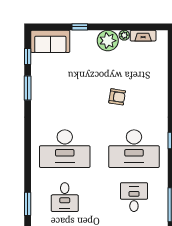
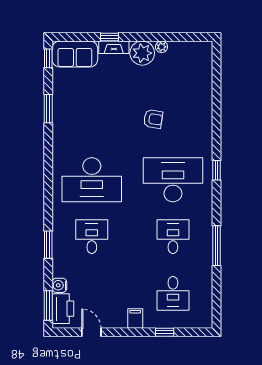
fireplace: (143, 36) -> (114, 47), moved
window: (28, 56) -> (48, 58), moved
desk: (134, 149) -> (173, 180), turned 180
desk: (65, 197) -> (92, 237), turned 180

